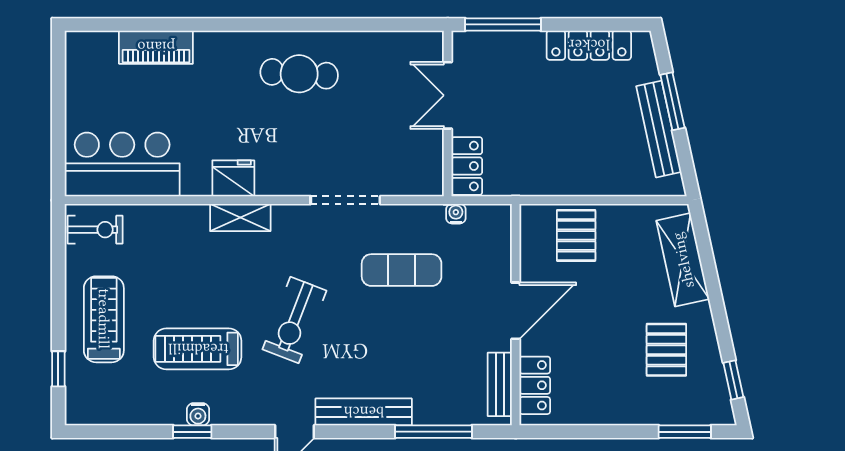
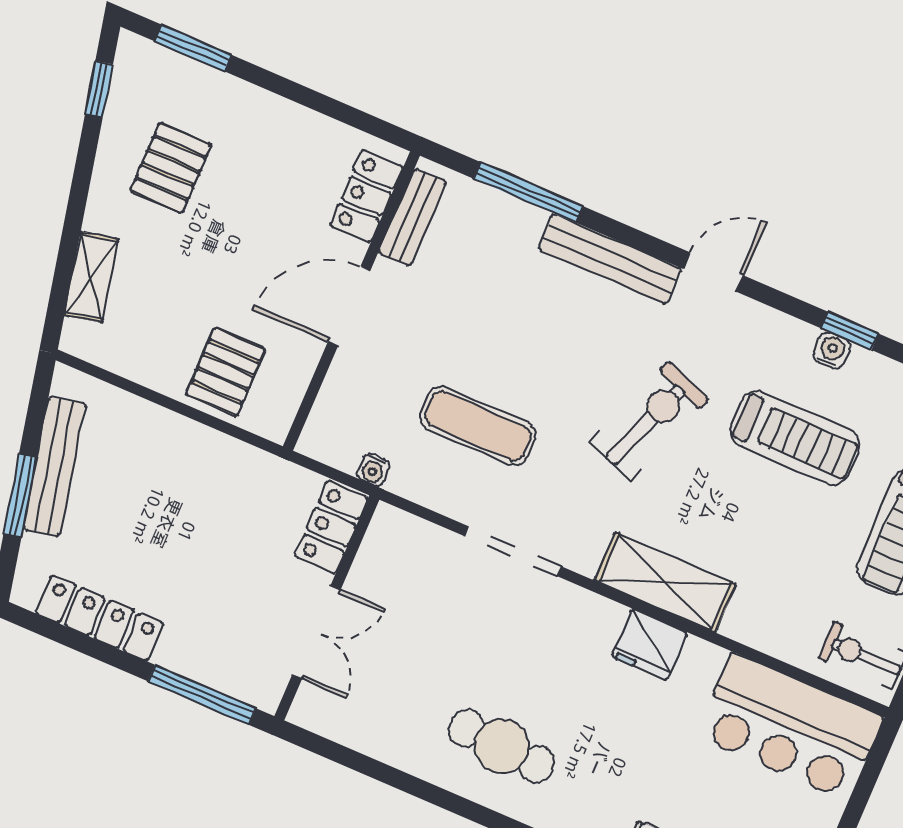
shelving: (240, 218) -> (665, 582), width x1.50, depth x1.33
shelving: (683, 260) -> (91, 277), width x0.67, depth x0.75

